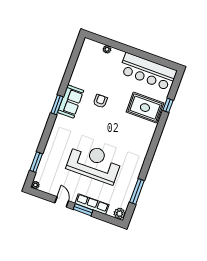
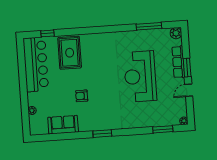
sofa: (71, 101) -> (63, 125), moved
window: (168, 105) -> (48, 33), moved

